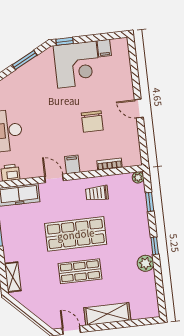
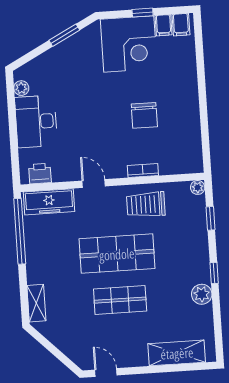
window: (65, 41) -> (143, 13), moved
door: (139, 109) -> (203, 102), removed
filing cabinet: (72, 164) -> (181, 25), moved, turned 180
bookcase: (109, 164) -> (143, 171), moved
trolley: (97, 193) -> (146, 205), width x1.36, depth x1.39
shelving: (107, 314) -> (177, 353), moved

